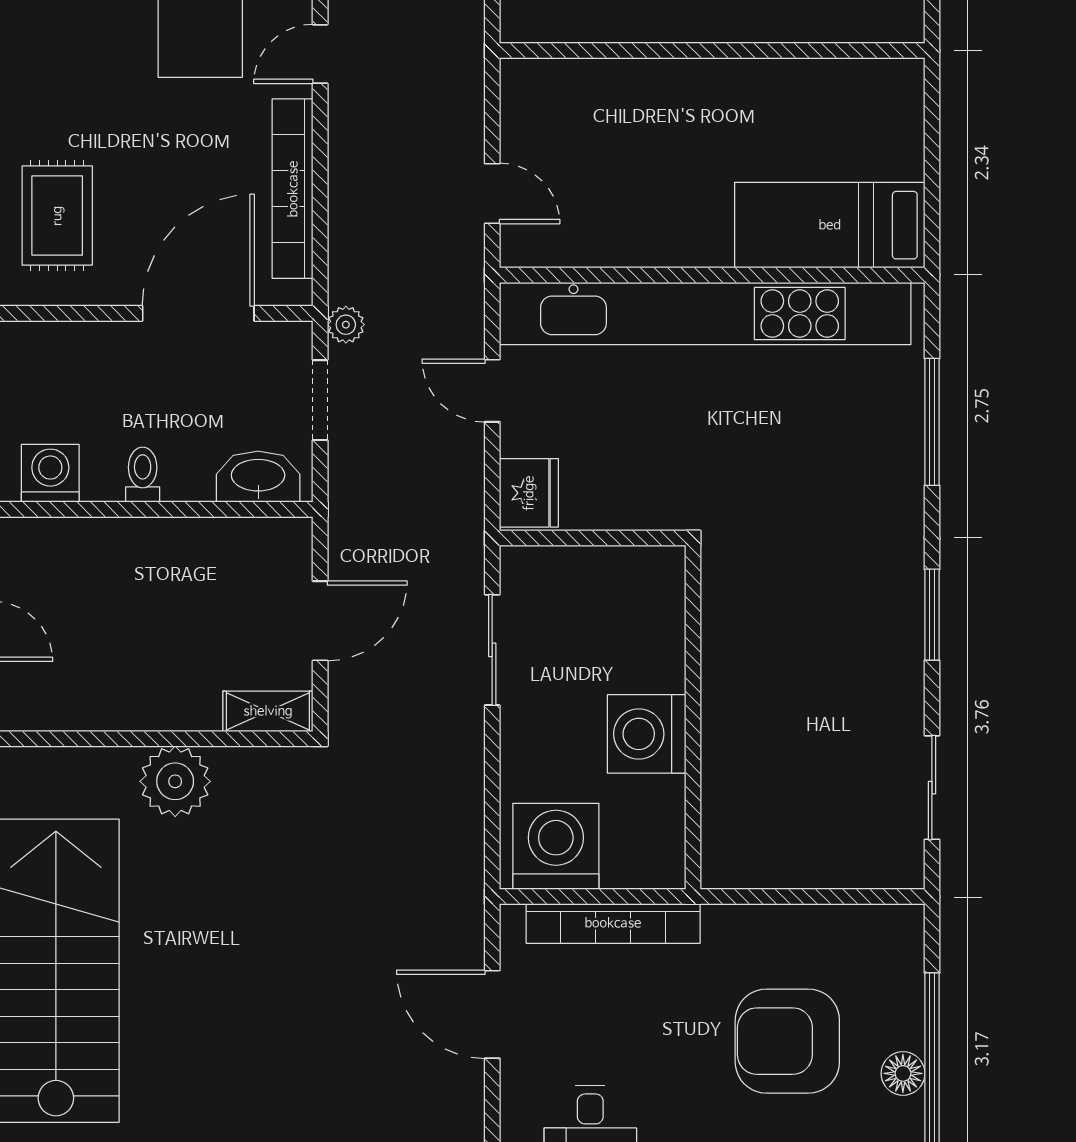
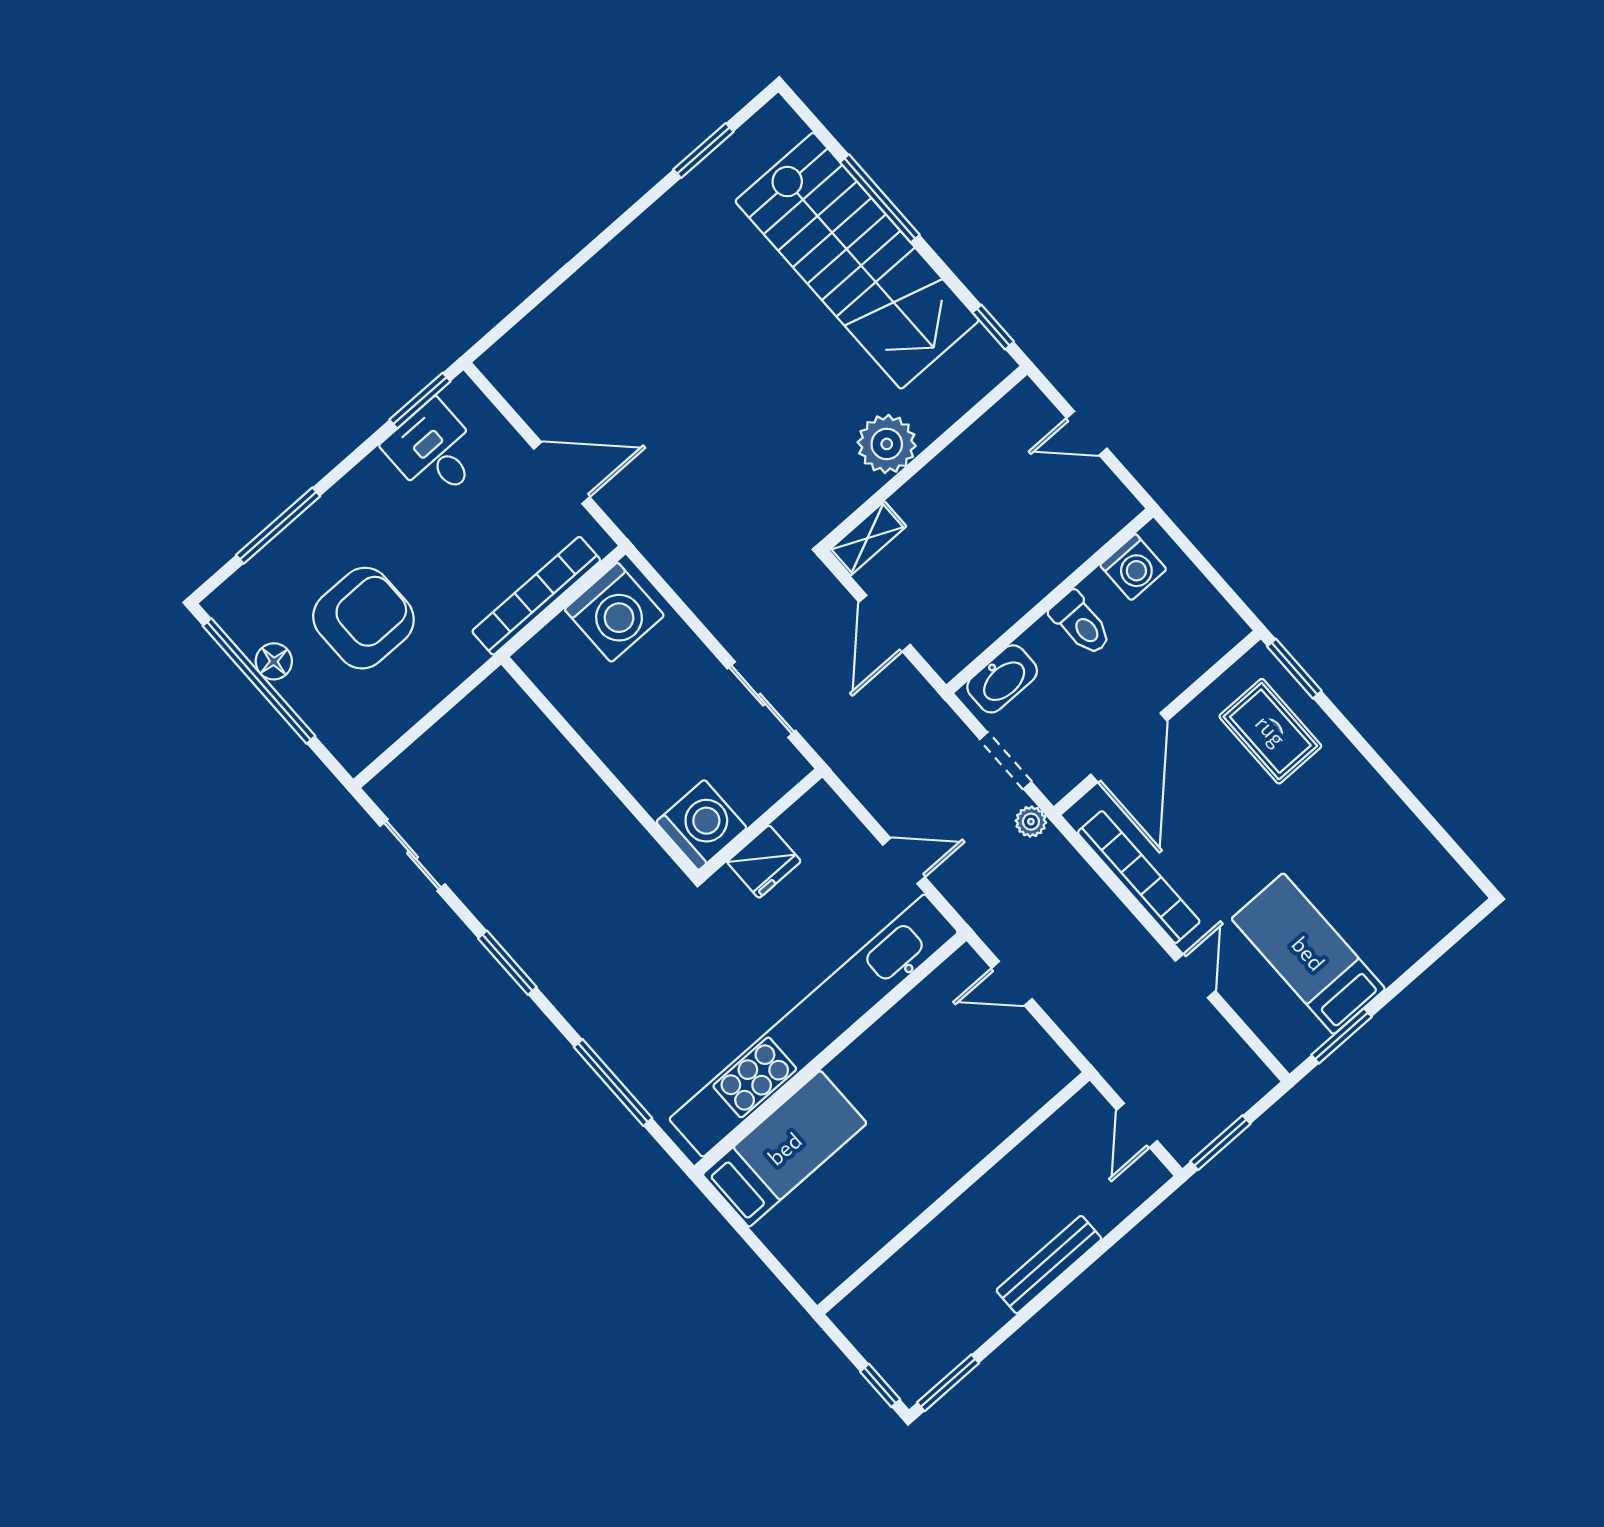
toilet: (143, 475) -> (1081, 624), width x1.37, depth x1.39
fridge: (529, 493) -> (764, 862), moved, turned -90
washing machine: (647, 734) -> (701, 825), moved

